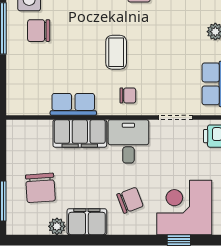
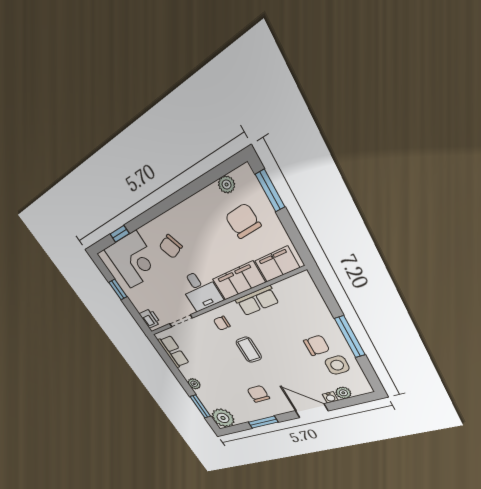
filing cabinet: (87, 222) -> (277, 264), moved, turned 180
plant: (57, 226) -> (227, 184), moved

